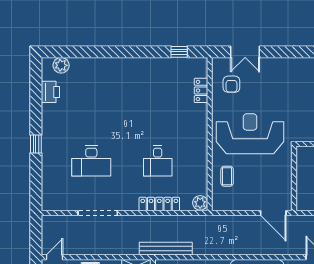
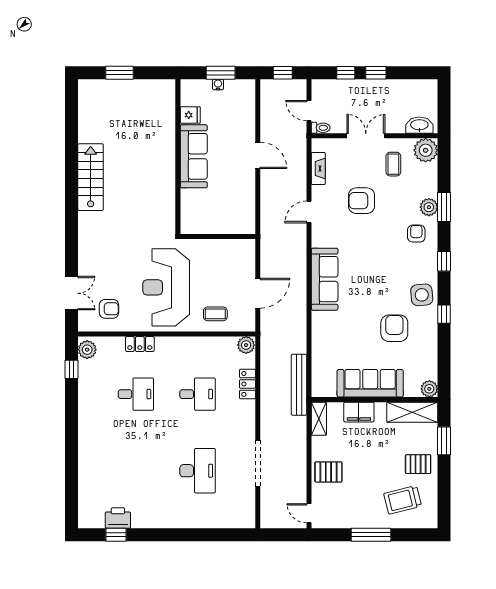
plant: (61, 65) -> (87, 350), moved
locker: (201, 90) -> (140, 344), moved
desk: (158, 107) -> (136, 394), added
window: (36, 144) -> (116, 535), moved
locker: (159, 204) -> (248, 384), width x0.66
door: (273, 213) -> (258, 293), moved

